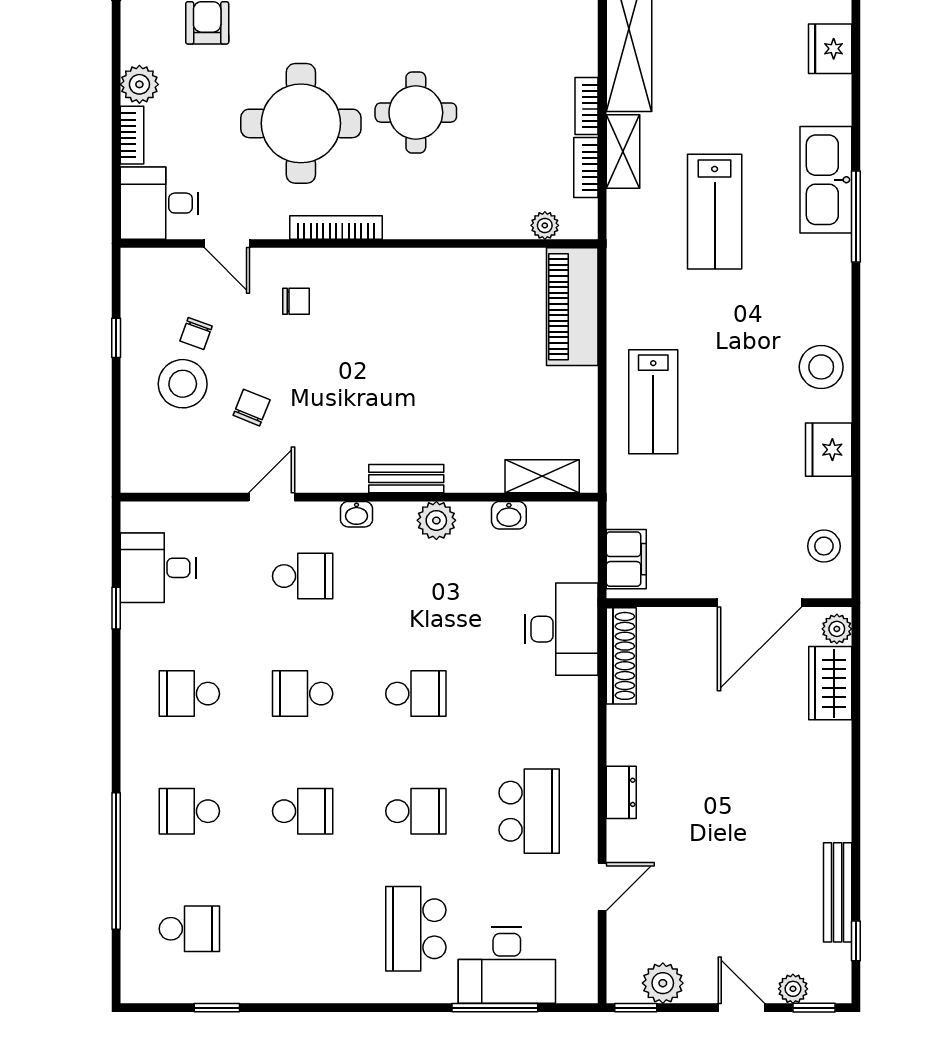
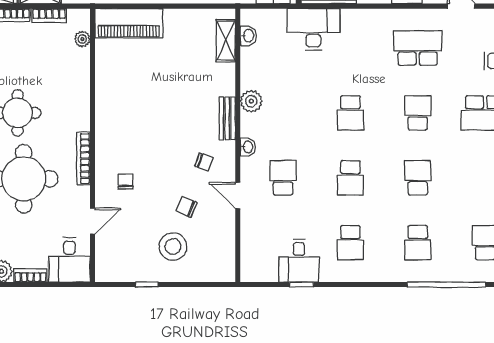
chair: (196, 334) -> (204, 162), moved
washbasin: (509, 515) -> (248, 36), moved
desk: (158, 568) -> (299, 261), moved
school desk: (416, 694) -> (350, 113), turned 180

